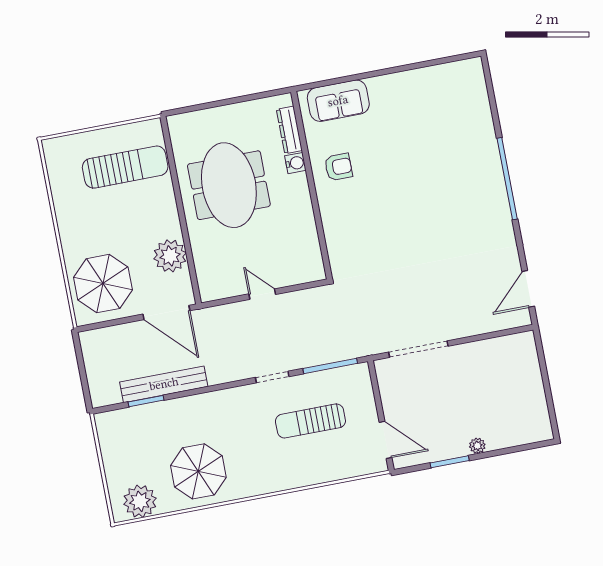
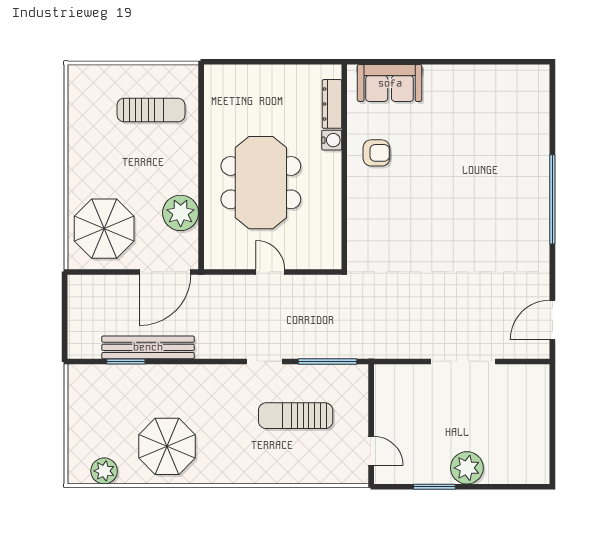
sun lounger: (125, 167) -> (151, 110), width x0.73, depth x0.75
meeting table: (229, 185) -> (261, 183), moved
door: (166, 312) -> (165, 272), hinge flipped
doorway: (418, 349) -> (463, 361), moved
door: (386, 440) -> (371, 451), width x0.73
plant: (477, 446) -> (467, 468), width x1.88, depth x1.88
plant: (140, 501) -> (104, 471), width x0.73, depth x0.73

